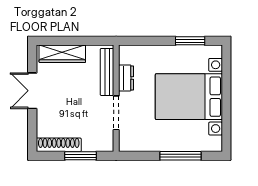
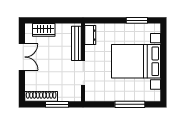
wardrobe: (62, 54) -> (44, 30), width x0.67
dresser: (126, 78) -> (90, 35), moved
double door: (32, 91) -> (22, 57), swing flipped

